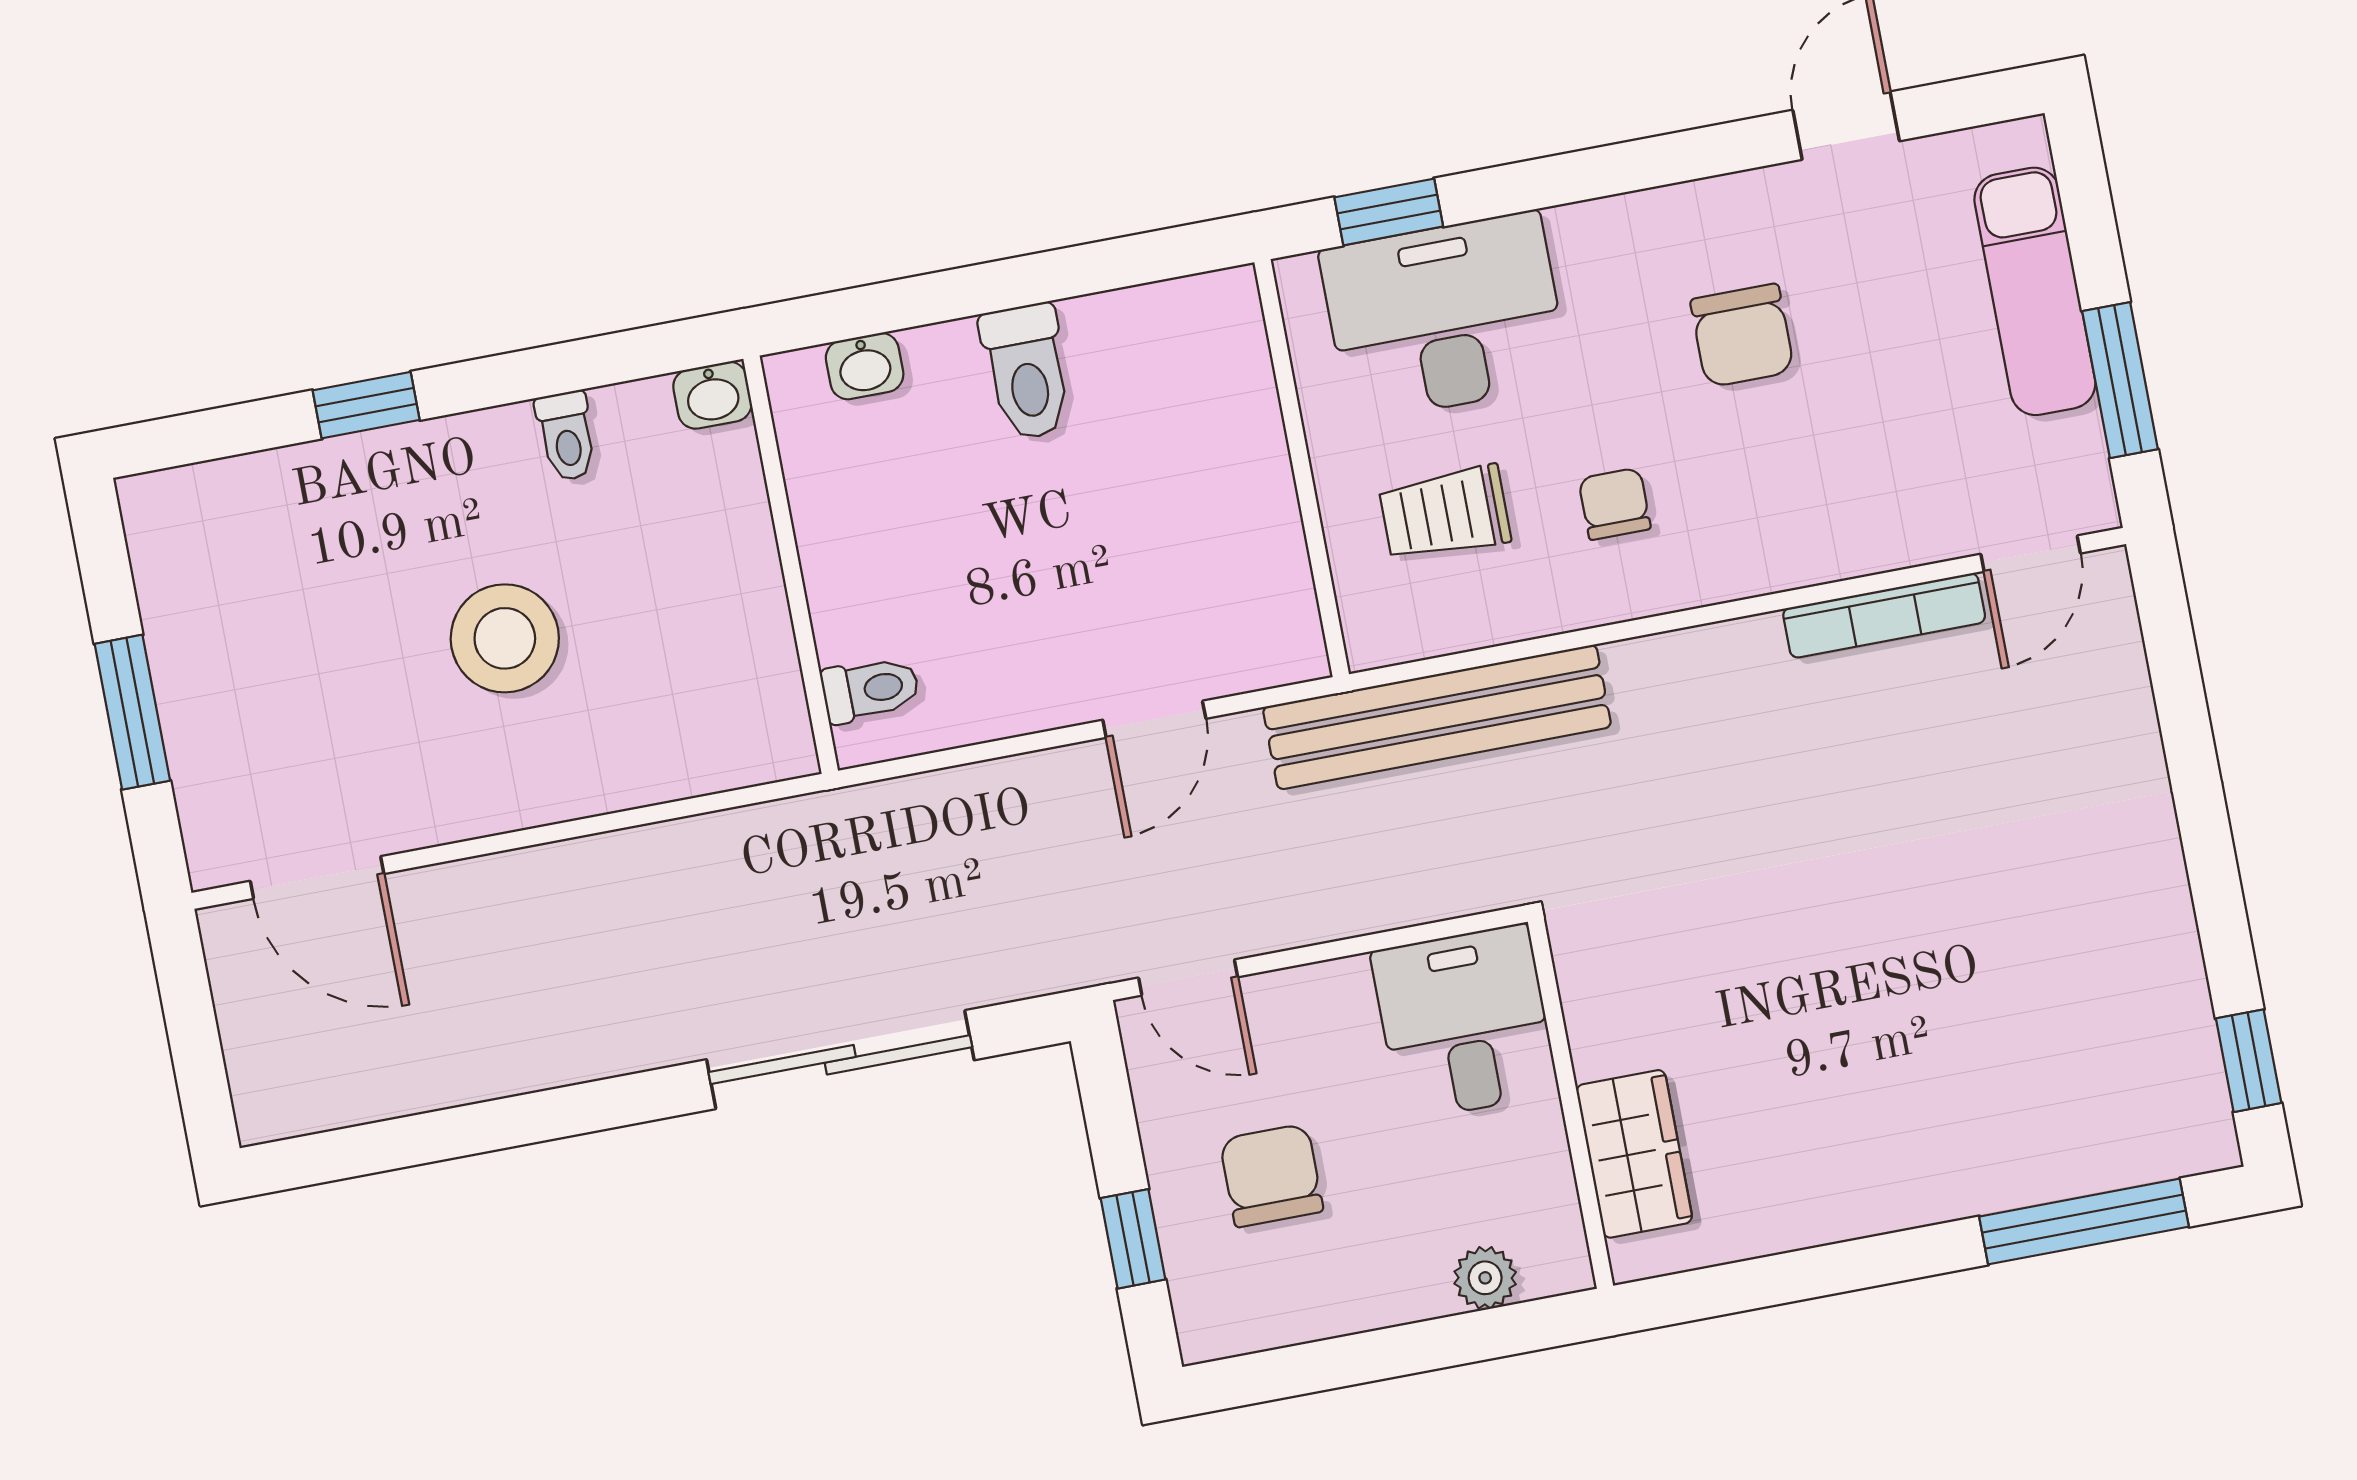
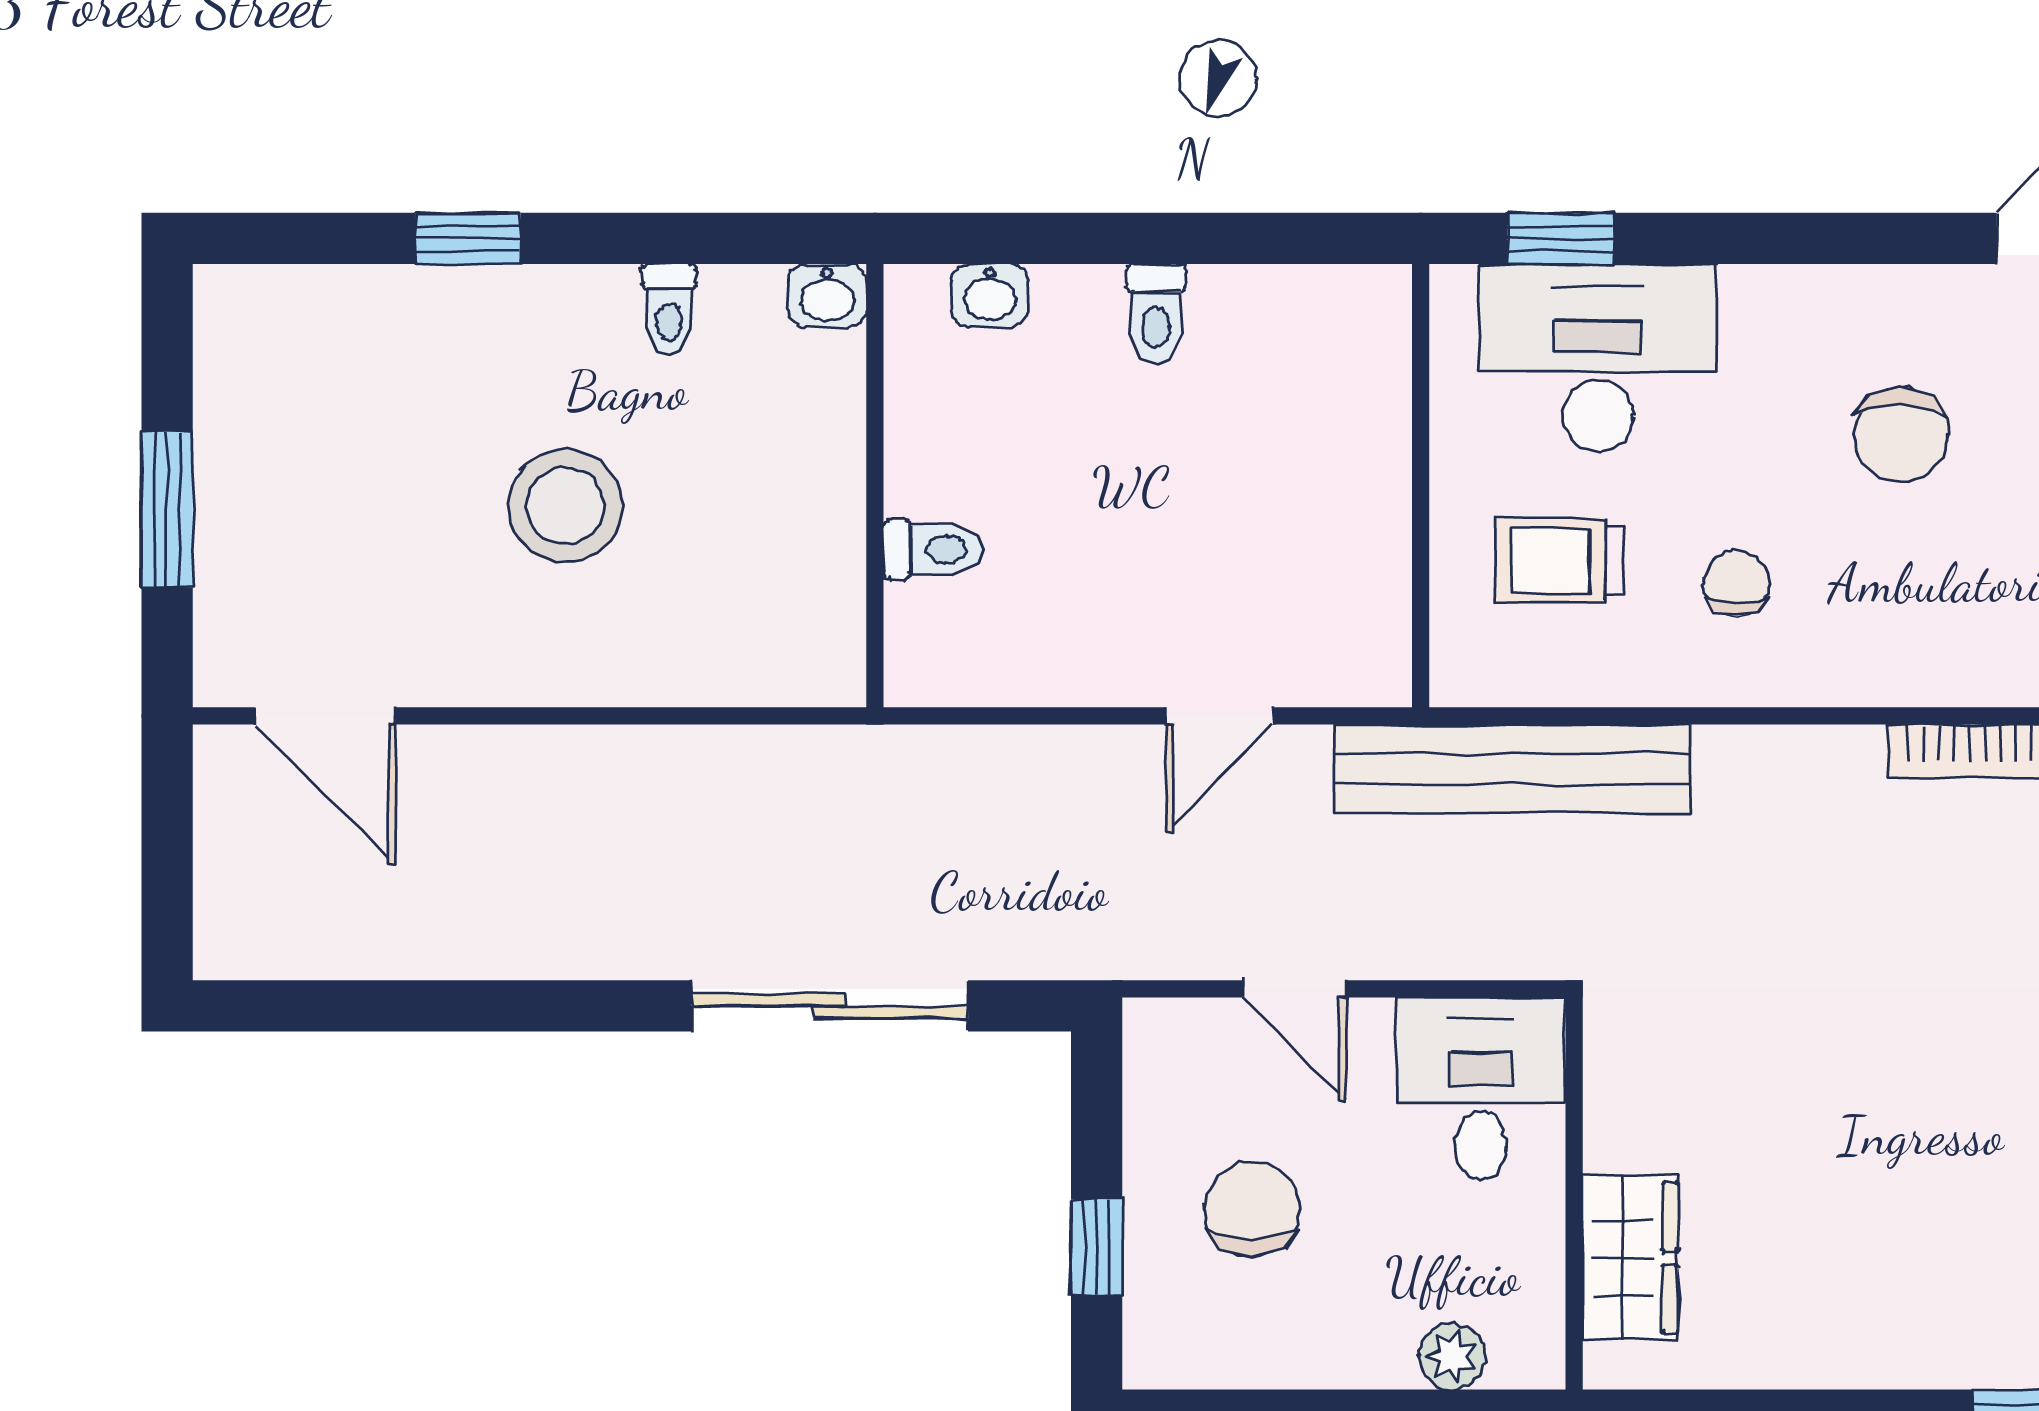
toilet: (1027, 372) -> (1156, 314), width x0.73, depth x0.72
toilet: (870, 689) -> (933, 549), moved
door: (1188, 977) -> (1294, 989), moved

